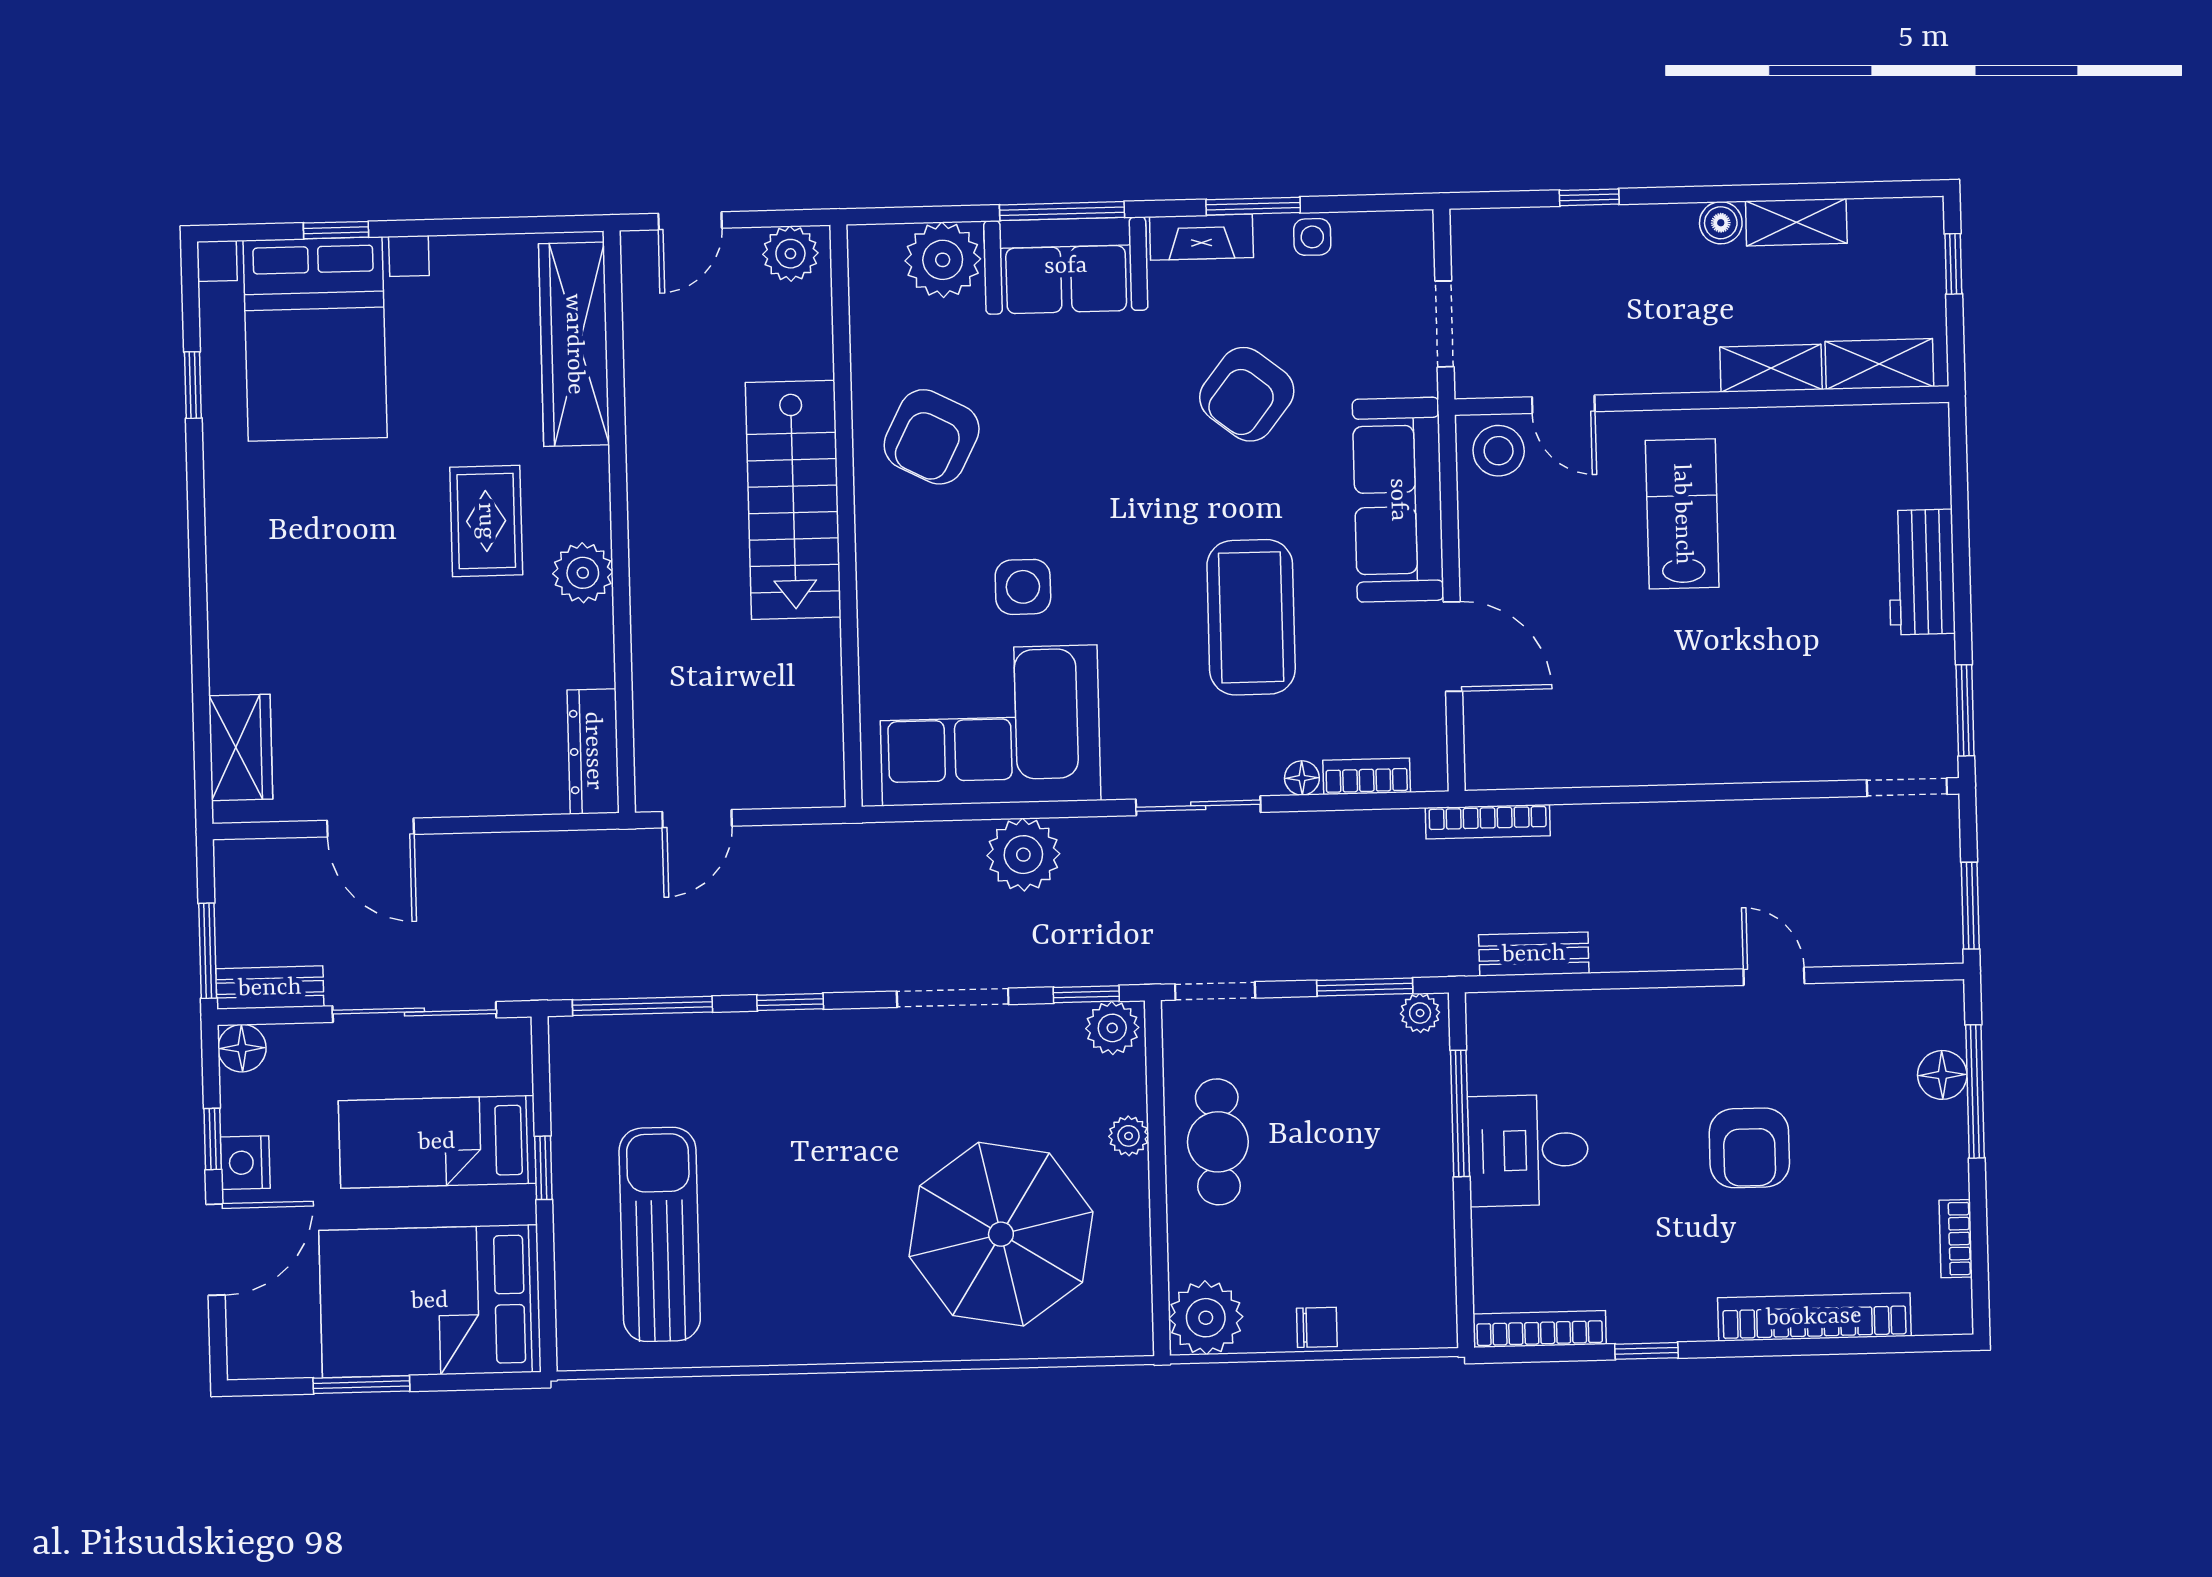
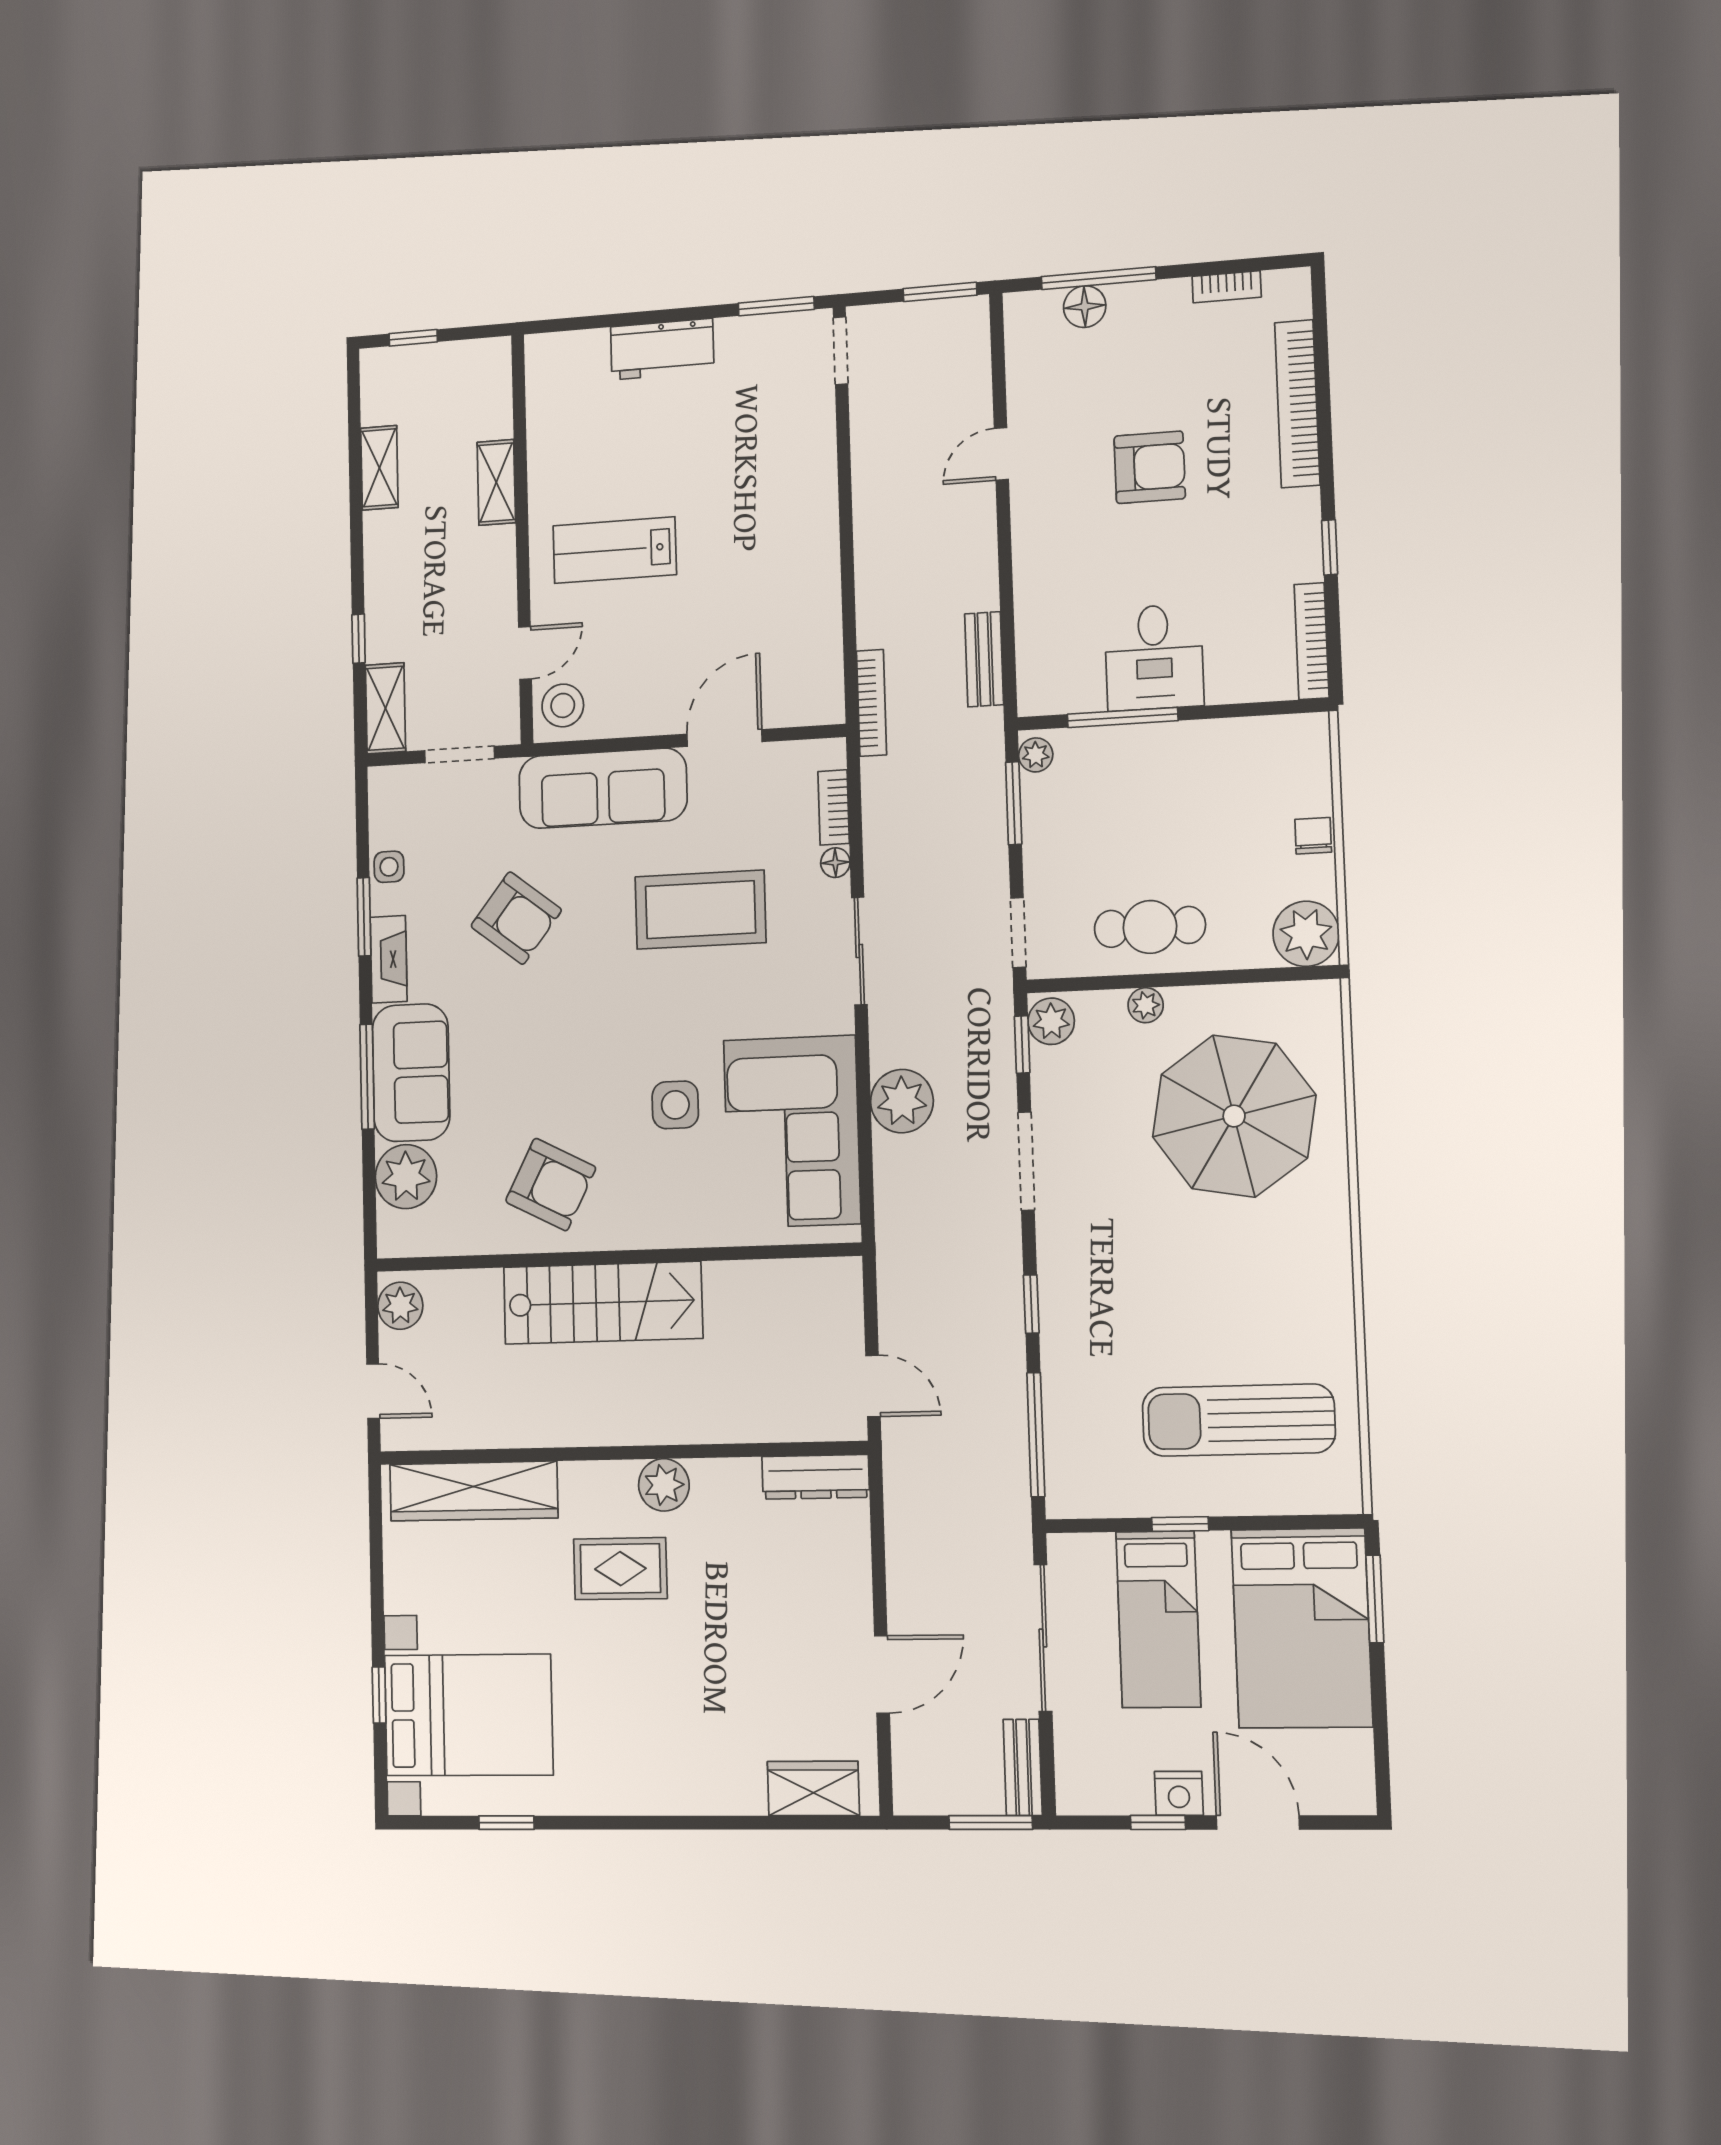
boiler: (1721, 223) -> (380, 530), removed
shelving: (1879, 364) -> (385, 708), moved
floor lamp: (242, 1048) -> (1077, 1794), removed
window: (361, 1385) -> (1375, 1599), moved

